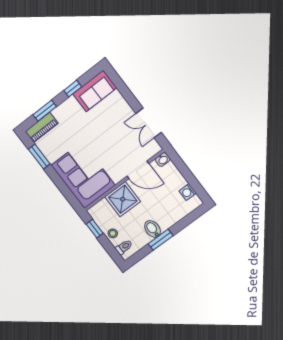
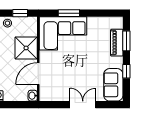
double door: (149, 123) -> (83, 105), moved
piano: (42, 127) -> (117, 43), moved
window: (39, 157) -> (69, 13), moved

